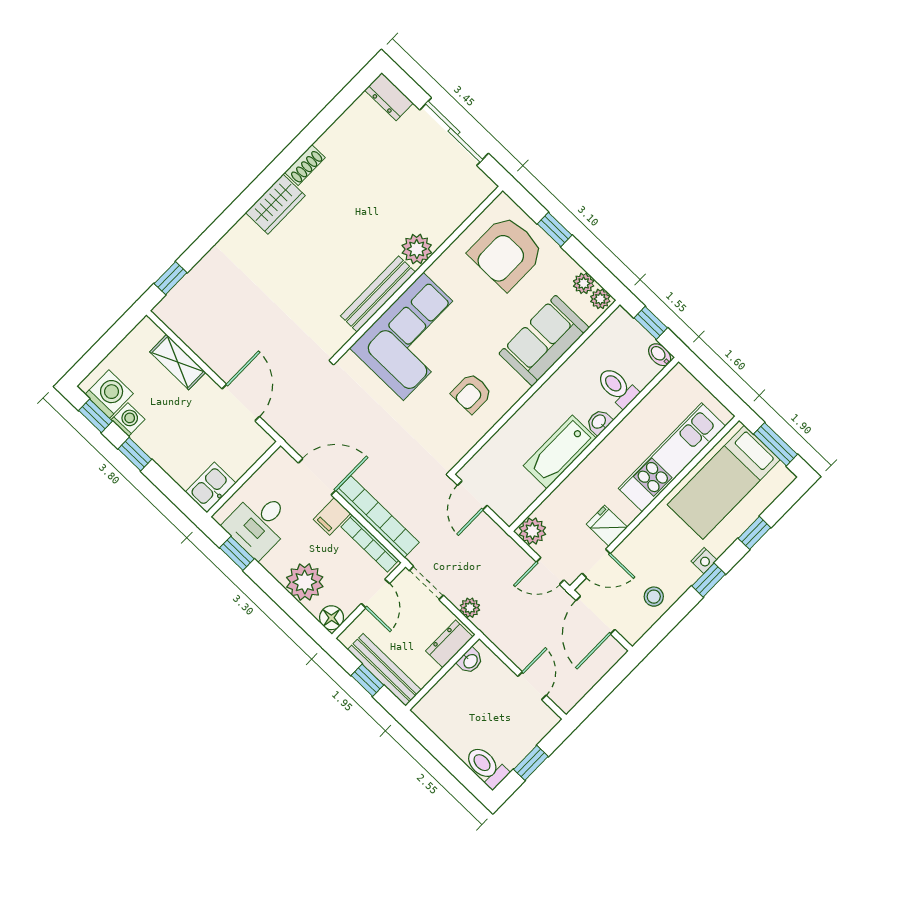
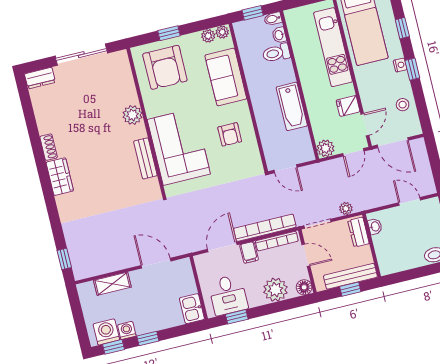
bench: (378, 294) -> (145, 158), width x0.73
washbasin: (599, 422) -> (279, 35), moved

